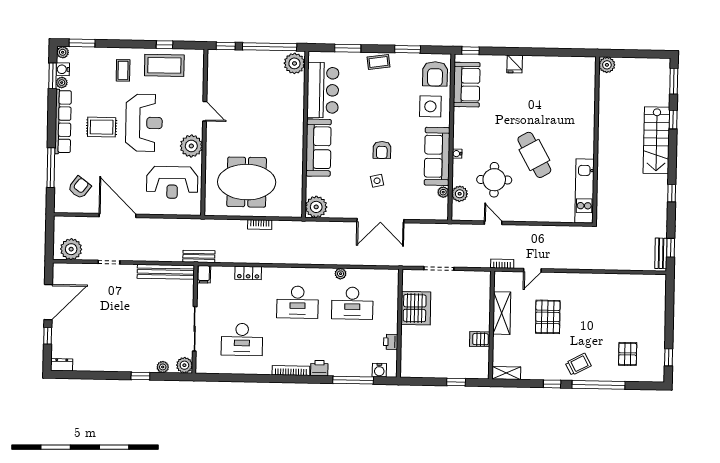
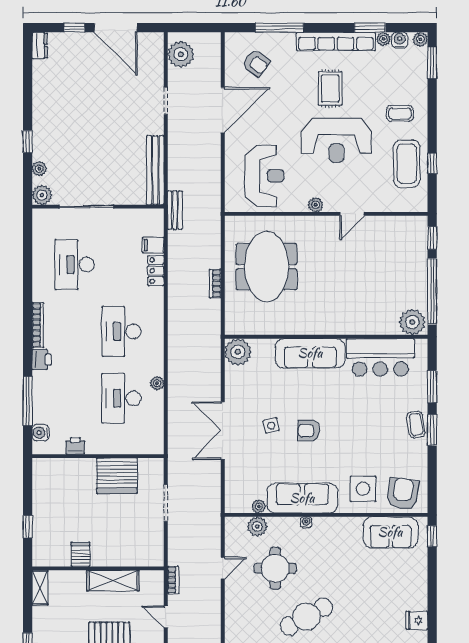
window: (408, 49) -> (432, 430), moved
fridge: (515, 64) -> (417, 620), moved
armchair: (435, 74) -> (403, 494), turned 99
window: (53, 76) -> (370, 28), moved
plant: (191, 146) -> (316, 205), width x0.53, depth x0.53
reception desk: (172, 182) -> (264, 176), turned 180
filing cabinet: (204, 274) -> (153, 245), moved

